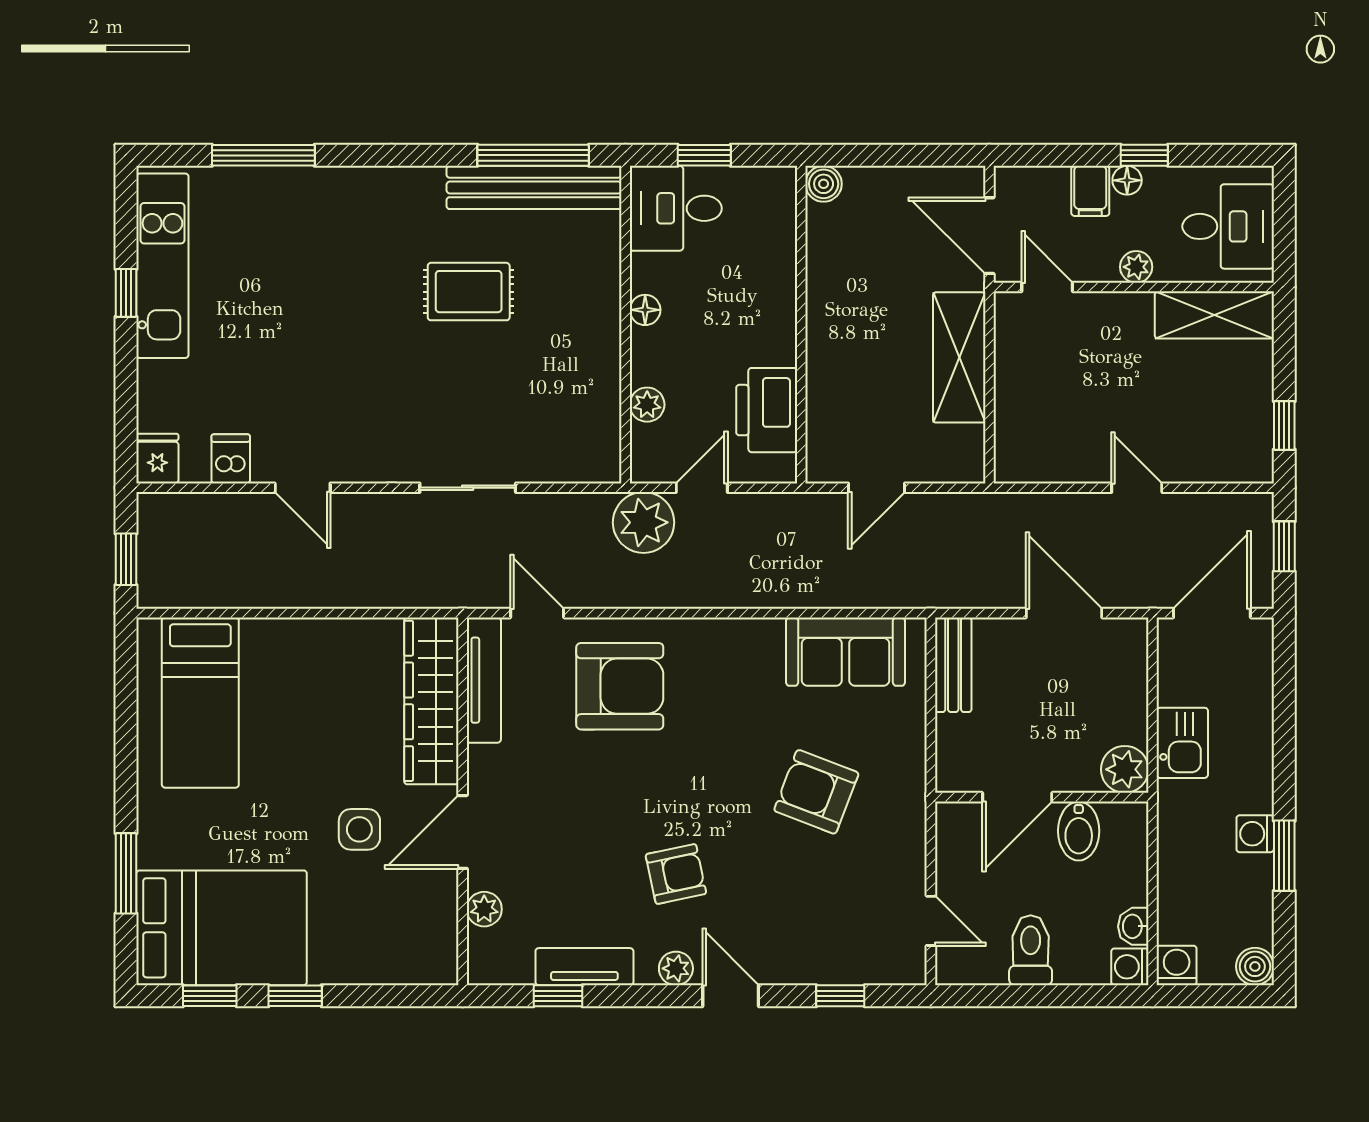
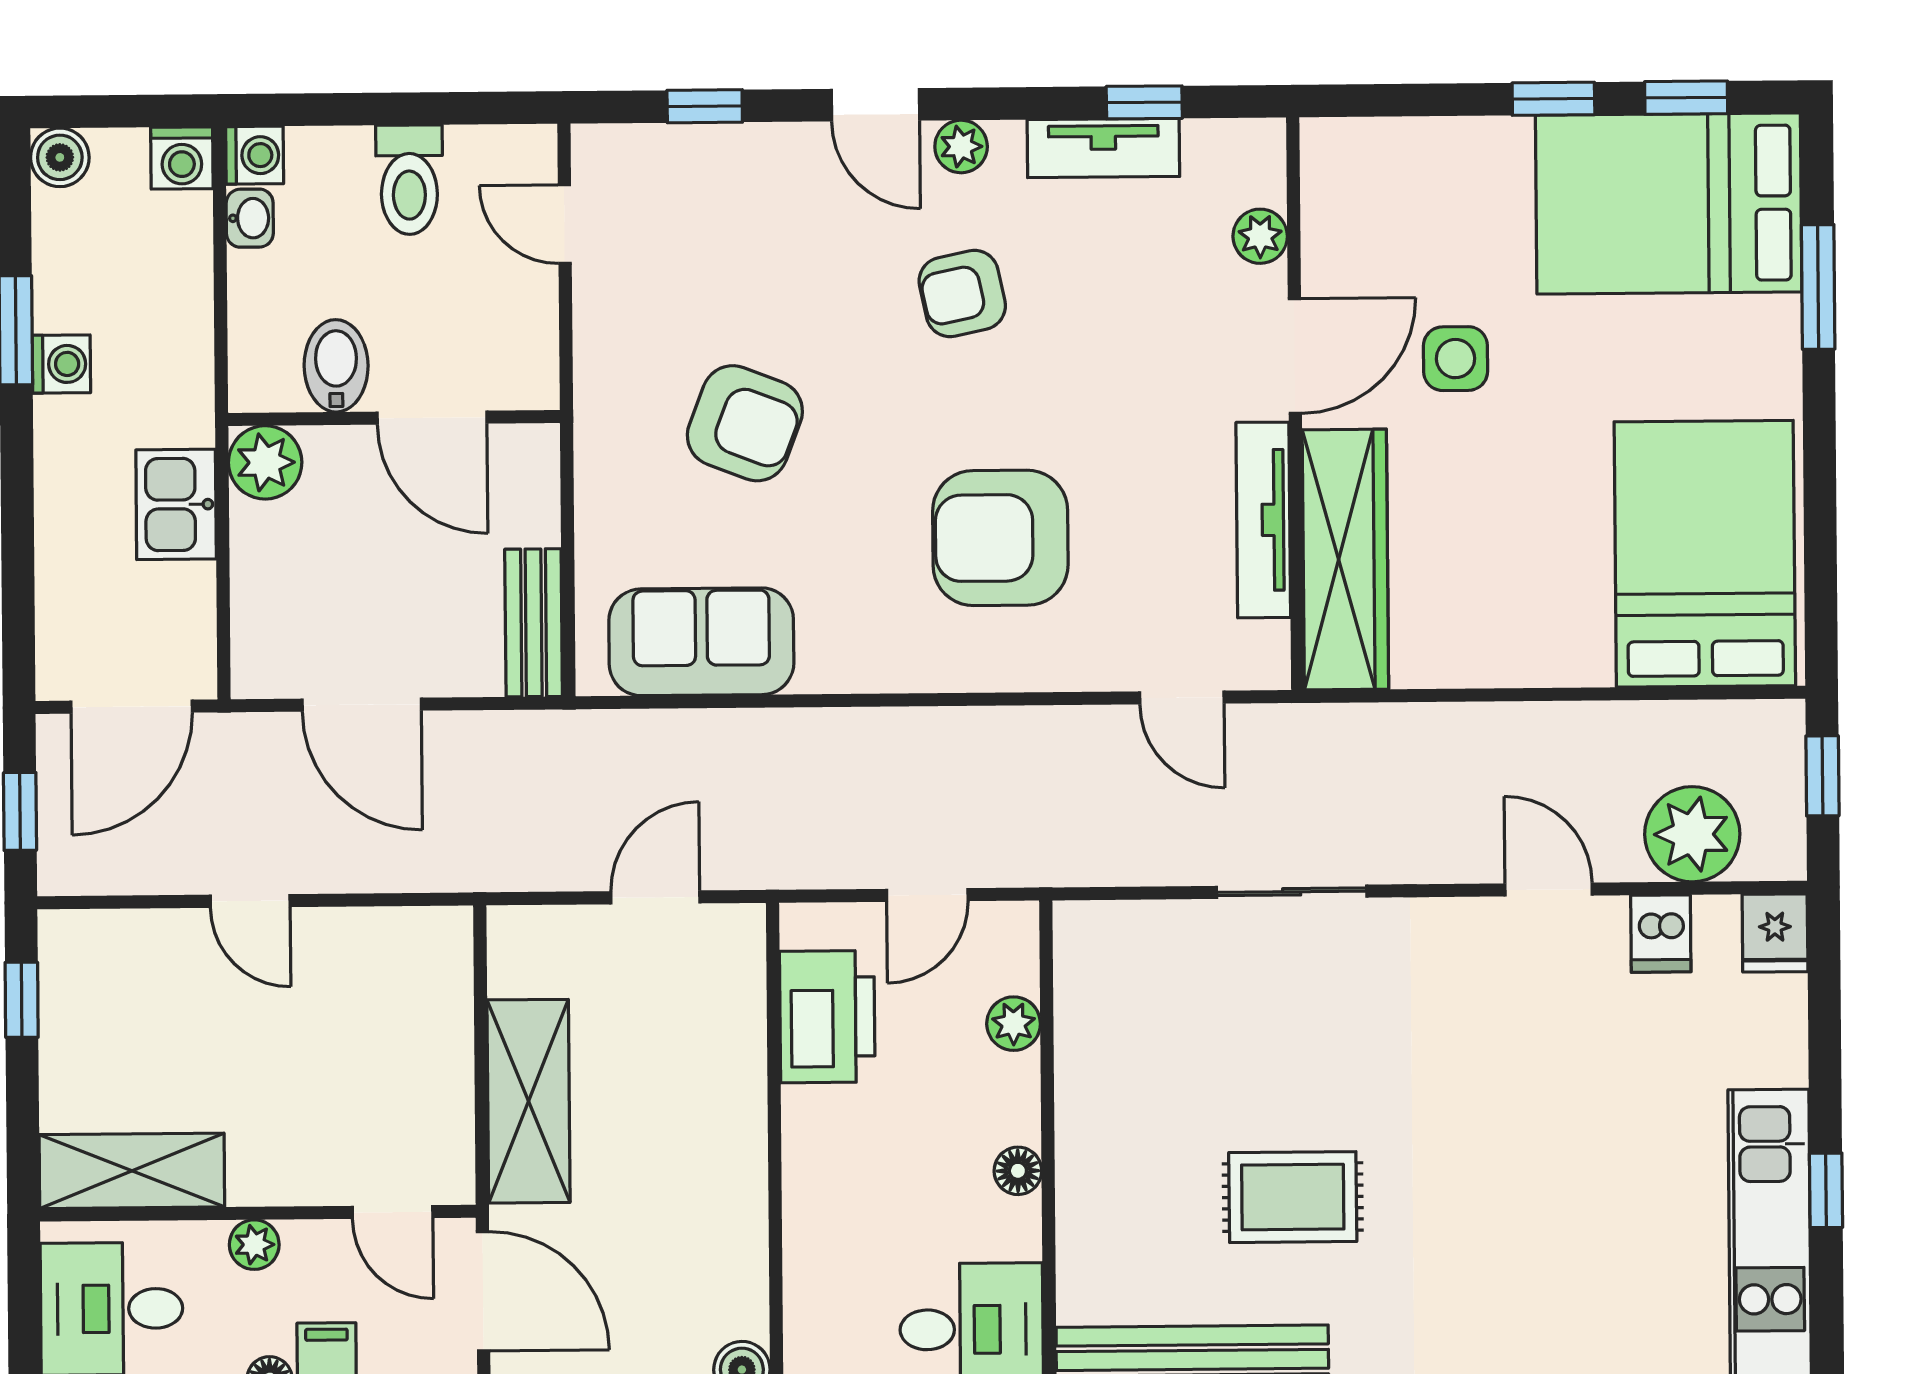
plant: (644, 522) -> (1692, 834), moved
tv unit: (484, 680) -> (1263, 520), moved
armchair: (620, 686) -> (1000, 538), moved
bed: (200, 703) -> (1705, 554), width x1.50
door: (1017, 797) -> (432, 418), swing flipped

